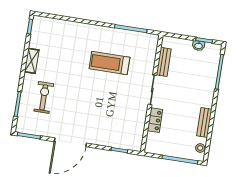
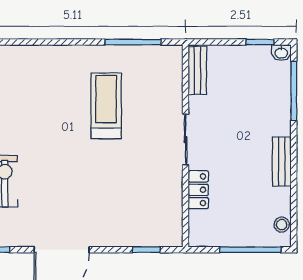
washbasin: (198, 46) -> (281, 53), moved
bench: (164, 62) -> (197, 70), moved
treadmill: (109, 63) -> (106, 106), turned 90
bench: (204, 122) -> (282, 162), moved

